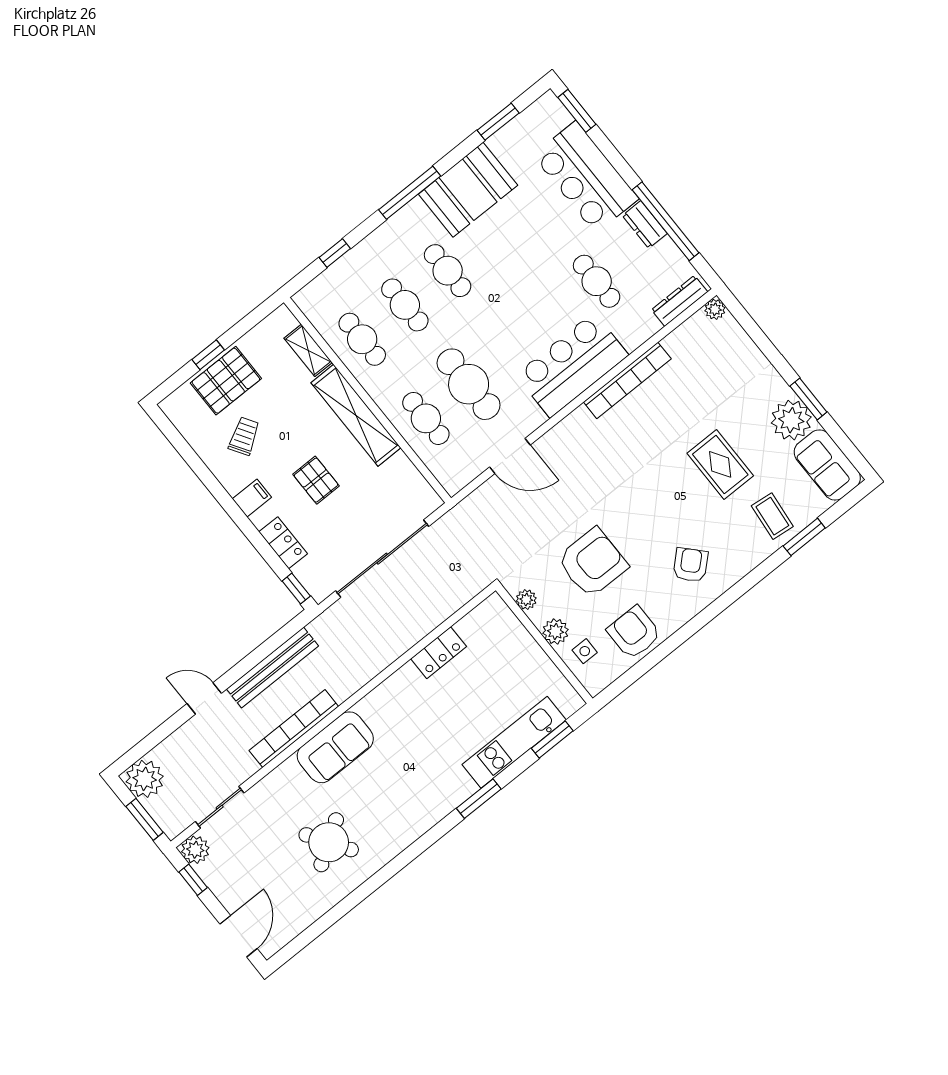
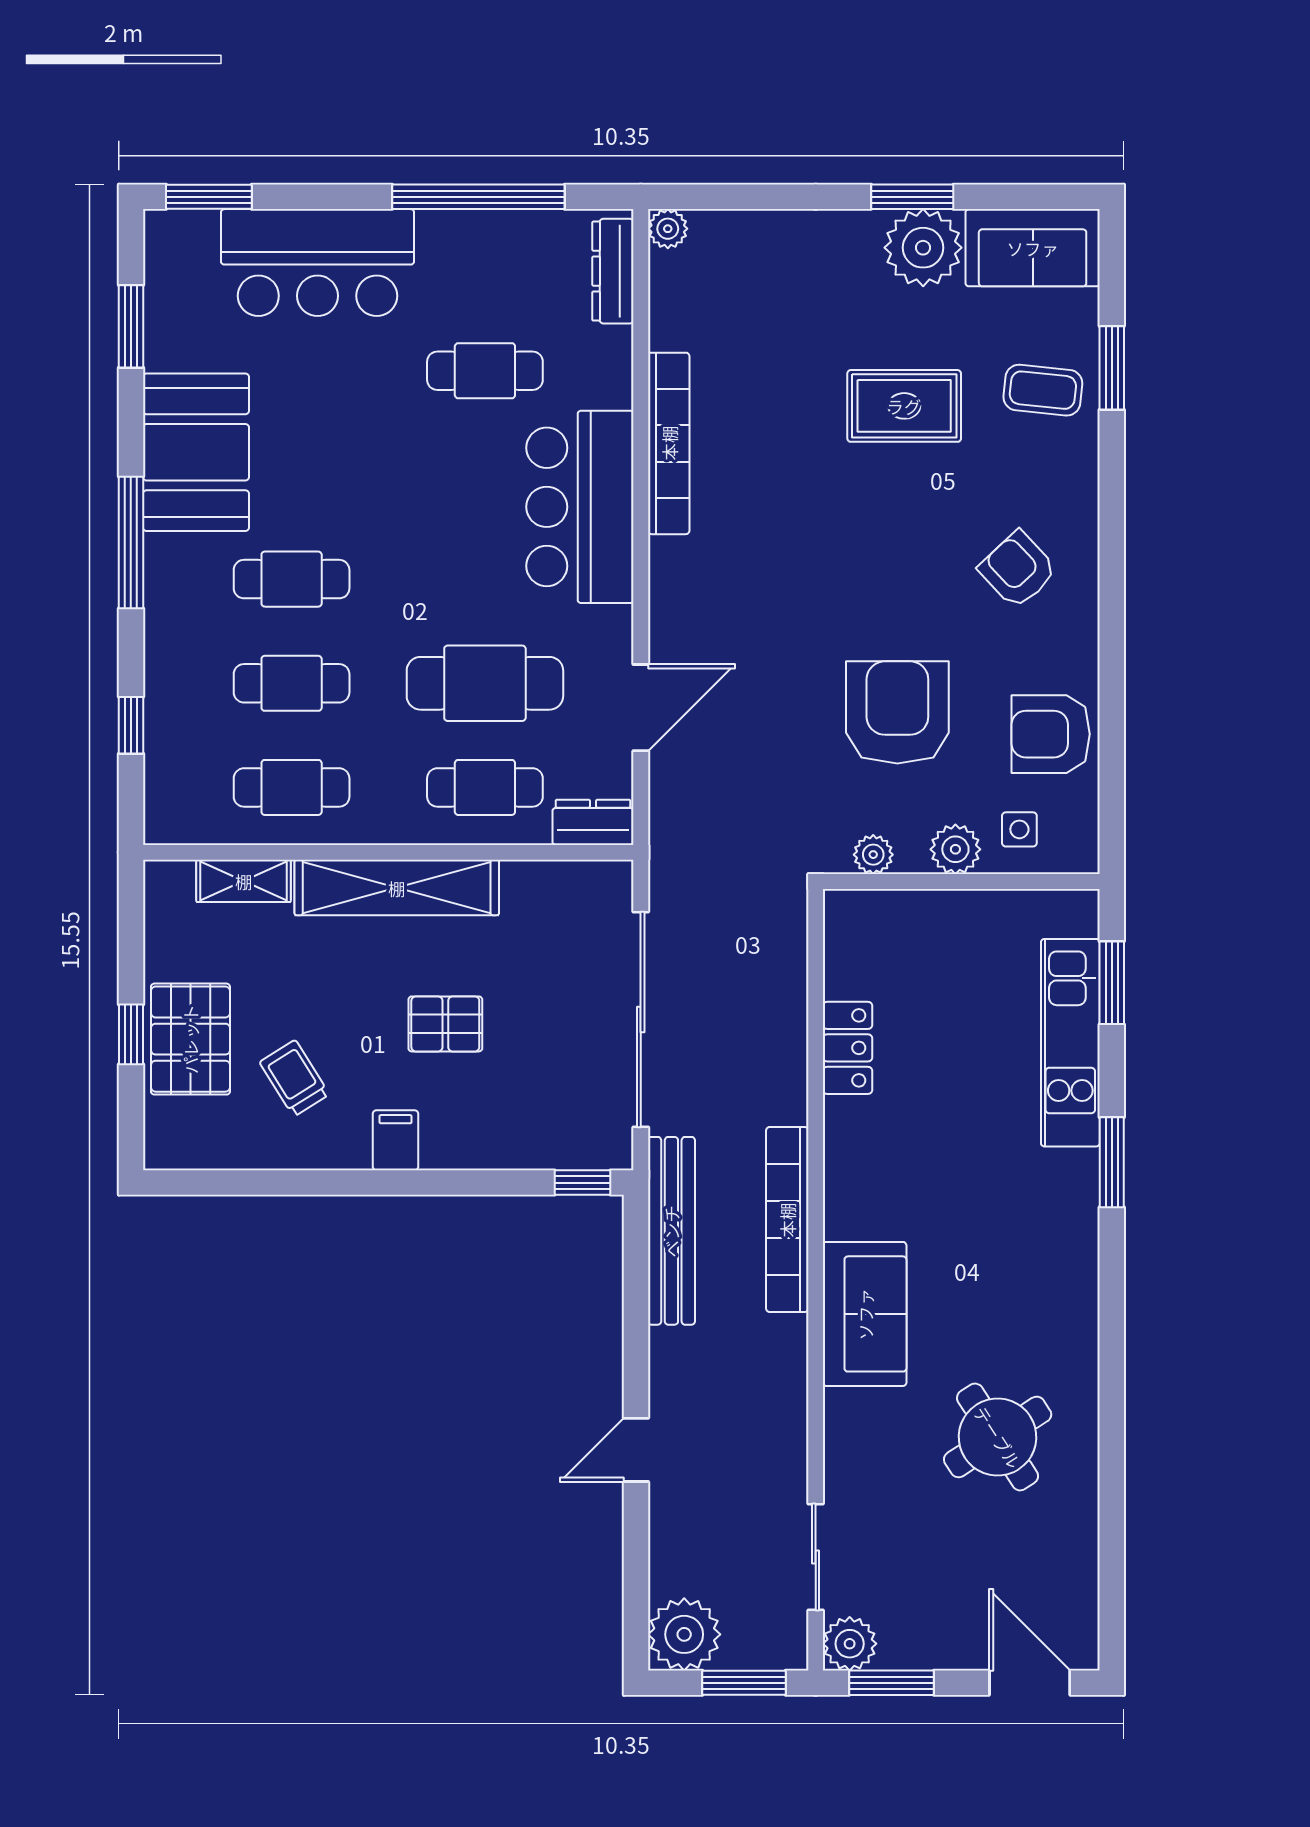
dresser: (645, 225) -> (593, 822), moved, turned 180
locker: (283, 543) -> (499, 1147), removed
bench: (273, 667) -> (671, 1231), moved
bookcase: (294, 728) -> (787, 1220), moved
window: (193, 880) -> (892, 1683), width x1.50

